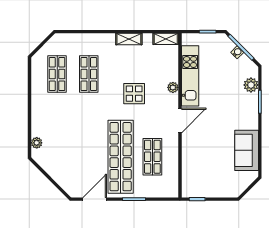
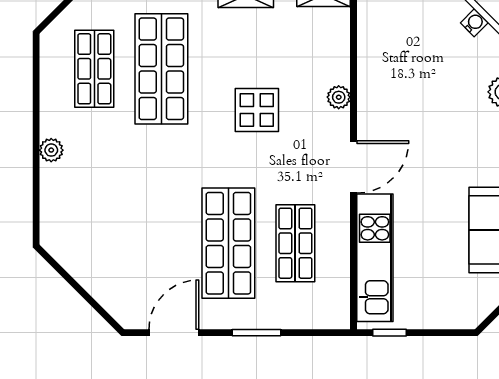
shop shelf: (89, 74) -> (161, 69), width x1.43, depth x1.36
kitchen unit: (190, 76) -> (375, 258), moved
plant: (37, 143) -> (51, 150), moved
shop shelf: (121, 157) -> (228, 243), width x0.71

